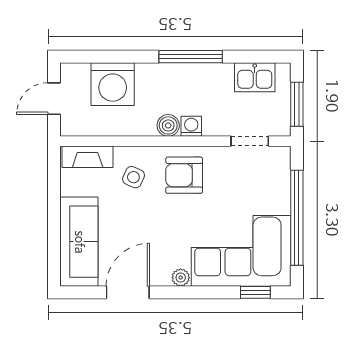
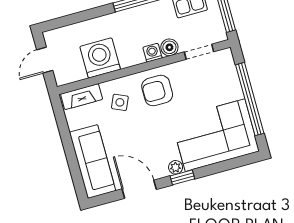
washing machine: (113, 84) -> (100, 58), moved, turned 180
boiler: (168, 125) -> (169, 47), moved
door: (128, 292) -> (139, 189), hinge flipped
window: (255, 292) -> (182, 177), moved

